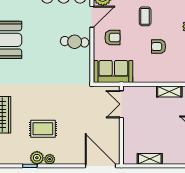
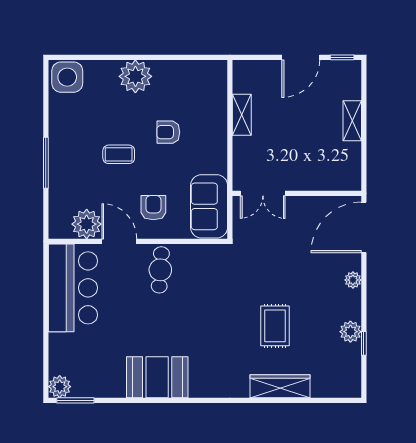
armchair: (159, 47) -> (168, 132), turned 90
rug: (43, 129) -> (275, 326), moved
plant: (50, 159) -> (353, 280), moved
shelving: (150, 159) -> (352, 121), moved

